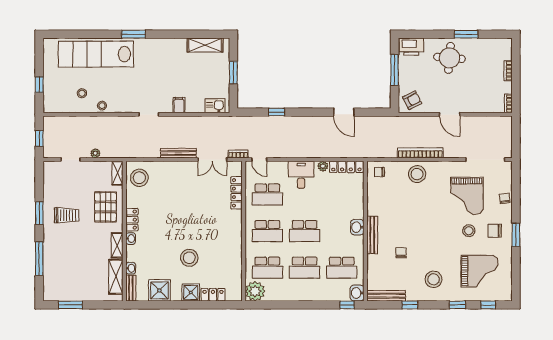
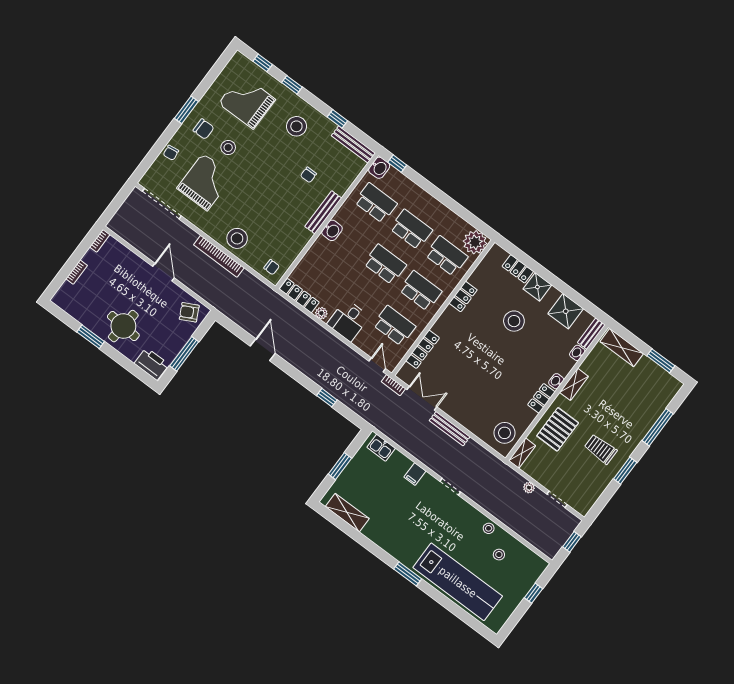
locker: (236, 249) -> (463, 296), added
shelving: (116, 277) -> (622, 348), moved, turned 90

